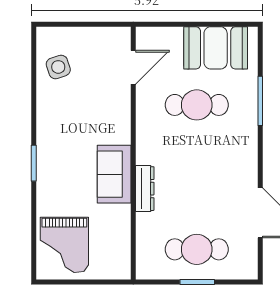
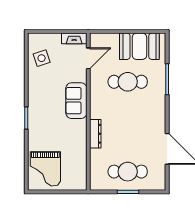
fireplace: (111, 35) -> (74, 38), added
sofa: (114, 174) -> (76, 101), moved

